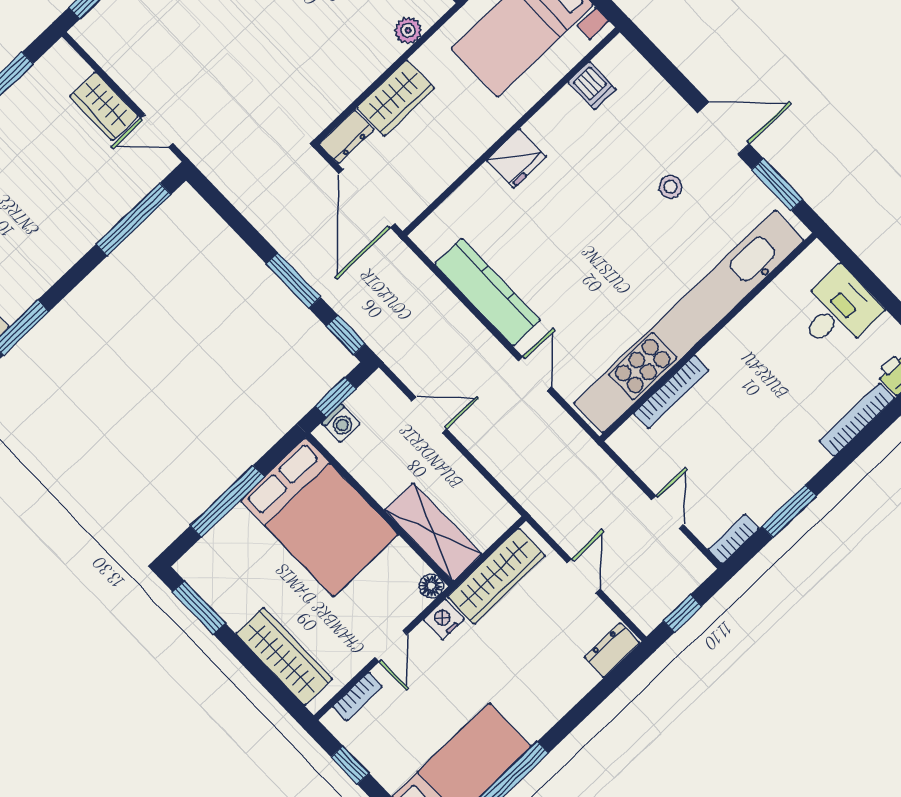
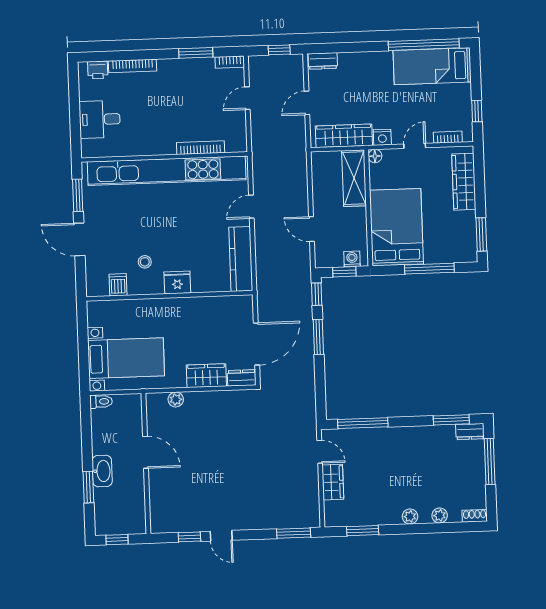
dishwasher: (592, 86) -> (118, 285), moved
wall: (511, 132) -> (169, 296), moved
fridge: (516, 158) -> (177, 282), moved
stool: (671, 187) -> (145, 262), moved

